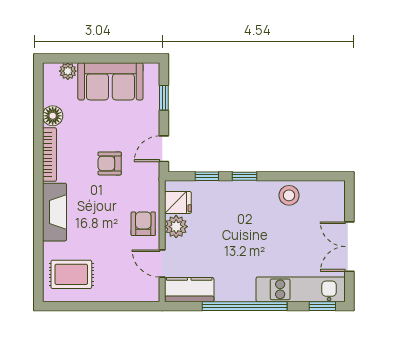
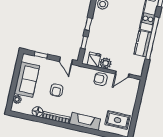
armchair: (110, 163) -> (57, 90), moved
rug: (71, 274) -> (118, 120), turned 90
kitchen counter: (189, 290) -> (143, 44), moved

